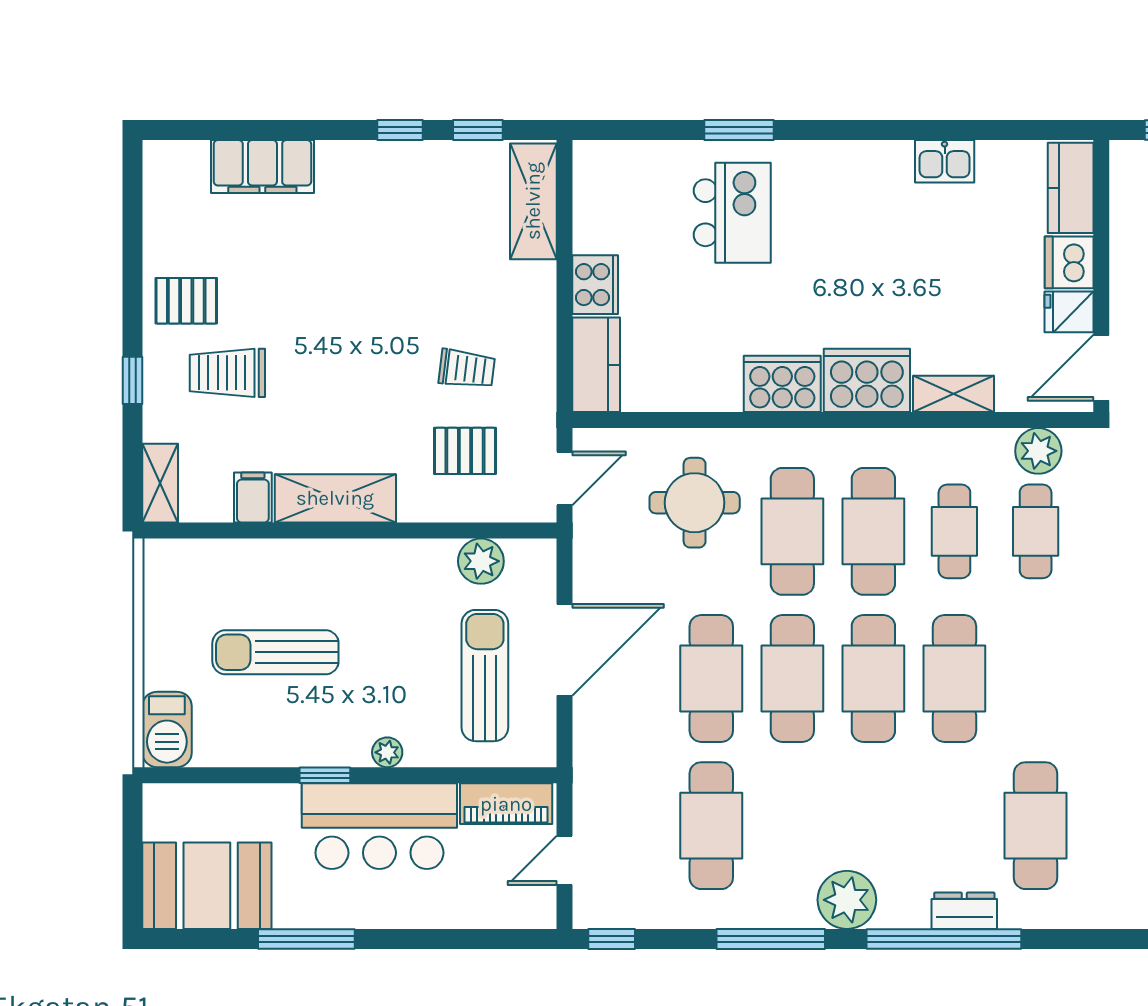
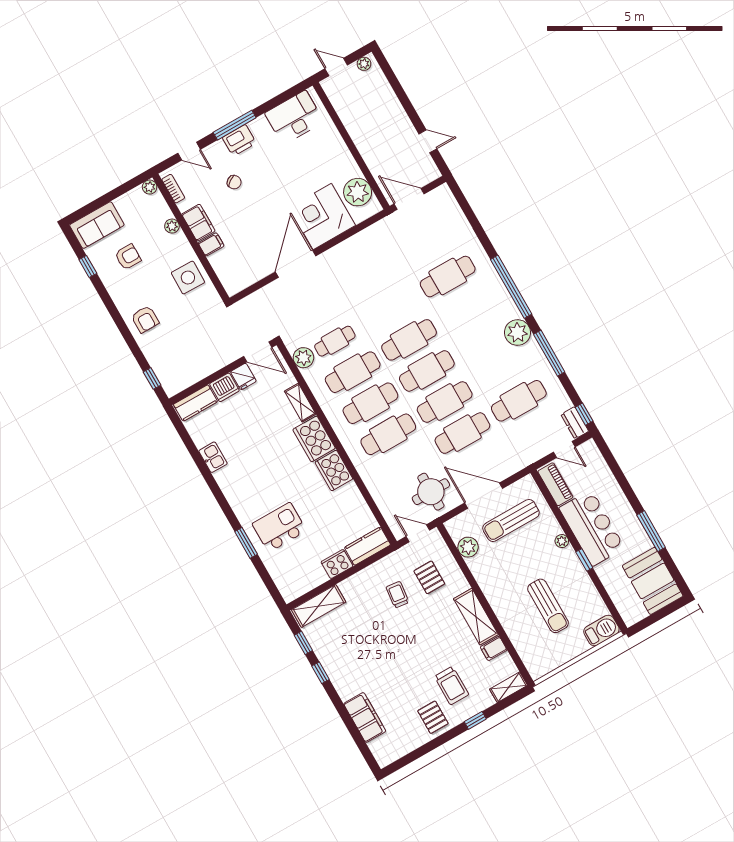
round table: (695, 503) -> (431, 492), moved
cafe table: (954, 531) -> (353, 372), width x1.37, depth x1.35
dresser: (964, 911) -> (575, 423), moved

